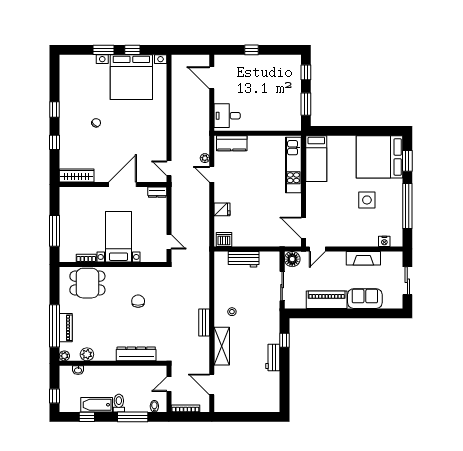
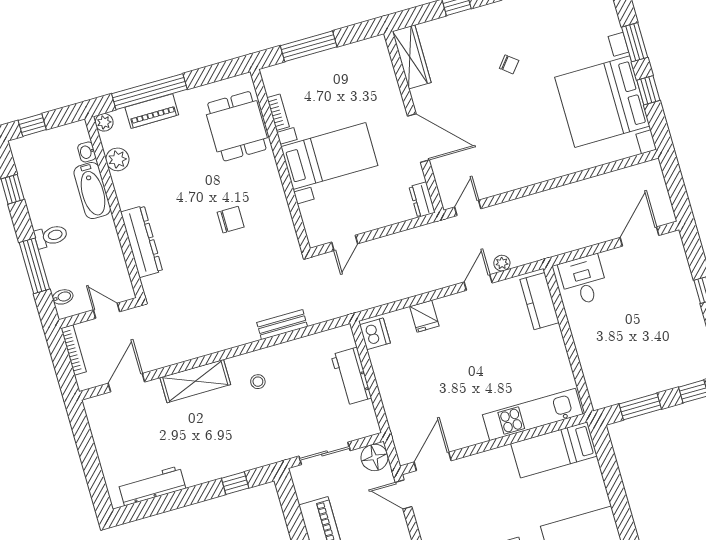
bench: (204, 323) -> (282, 325), moved
workbench: (273, 358) -> (152, 486), moved, width x1.38
bathtub: (97, 405) -> (92, 191), moved, turned 180

